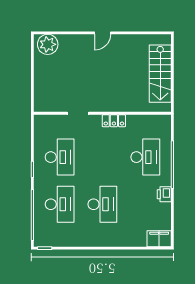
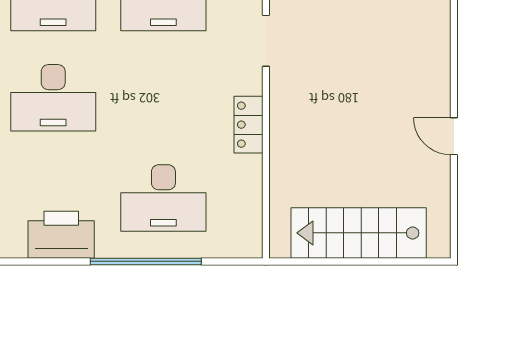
door: (103, 33) -> (454, 136), moved
printer: (164, 194) -> (61, 235), width x1.87, depth x1.48

